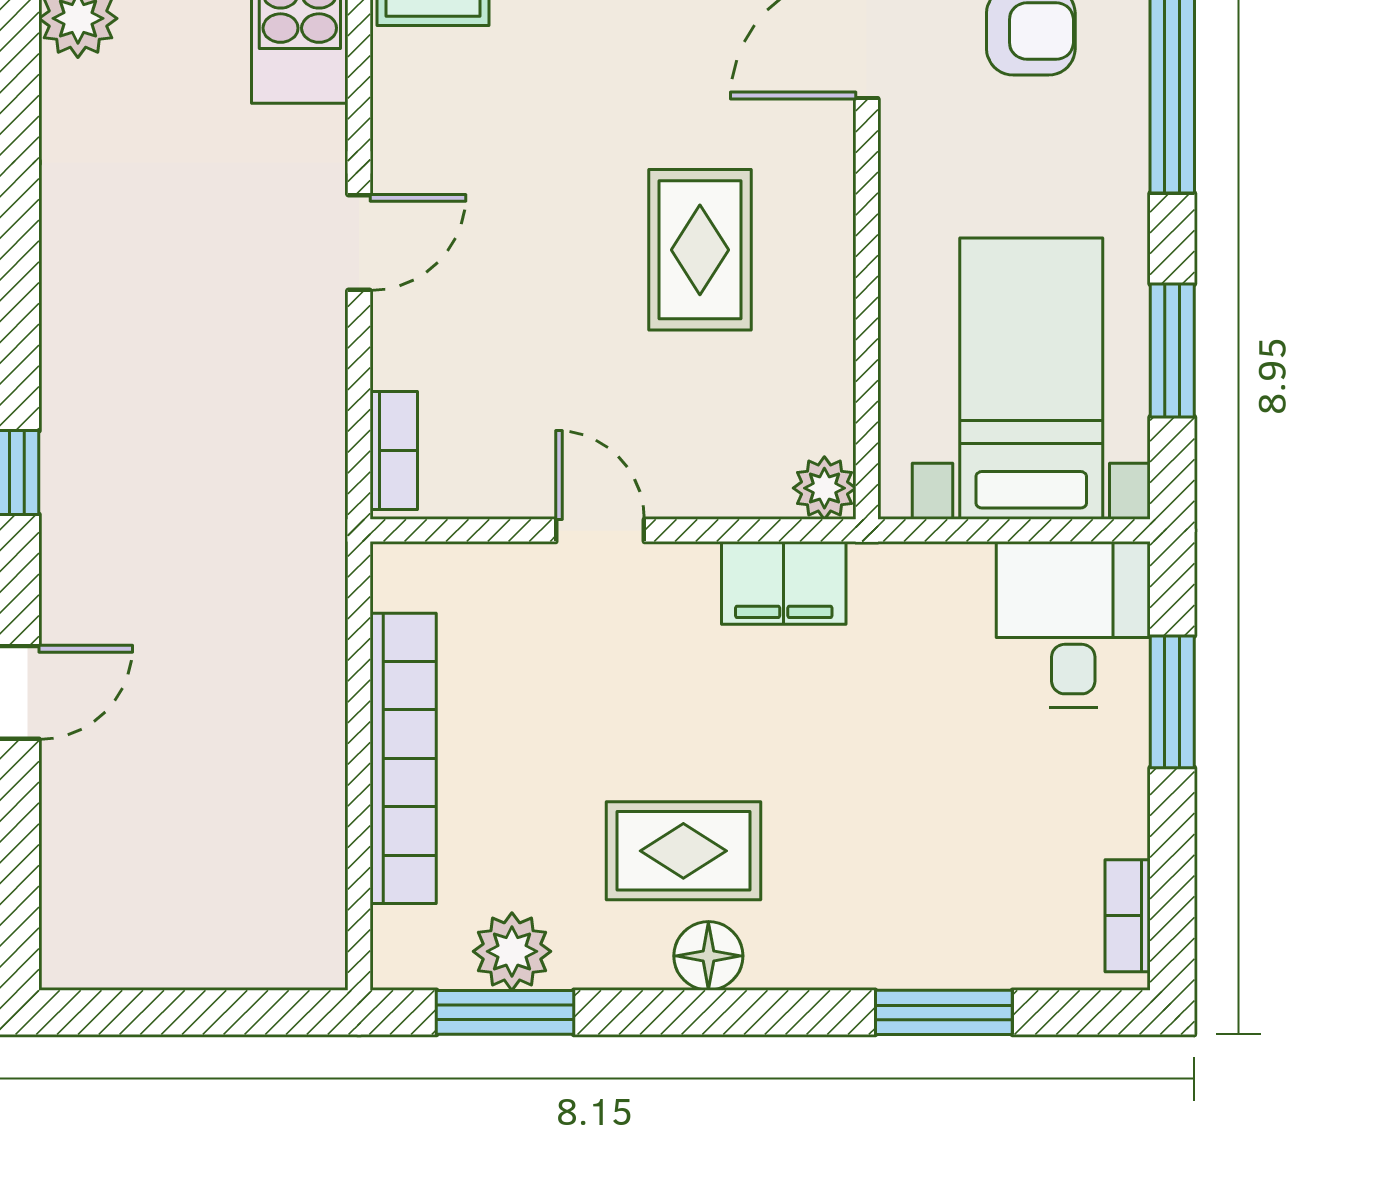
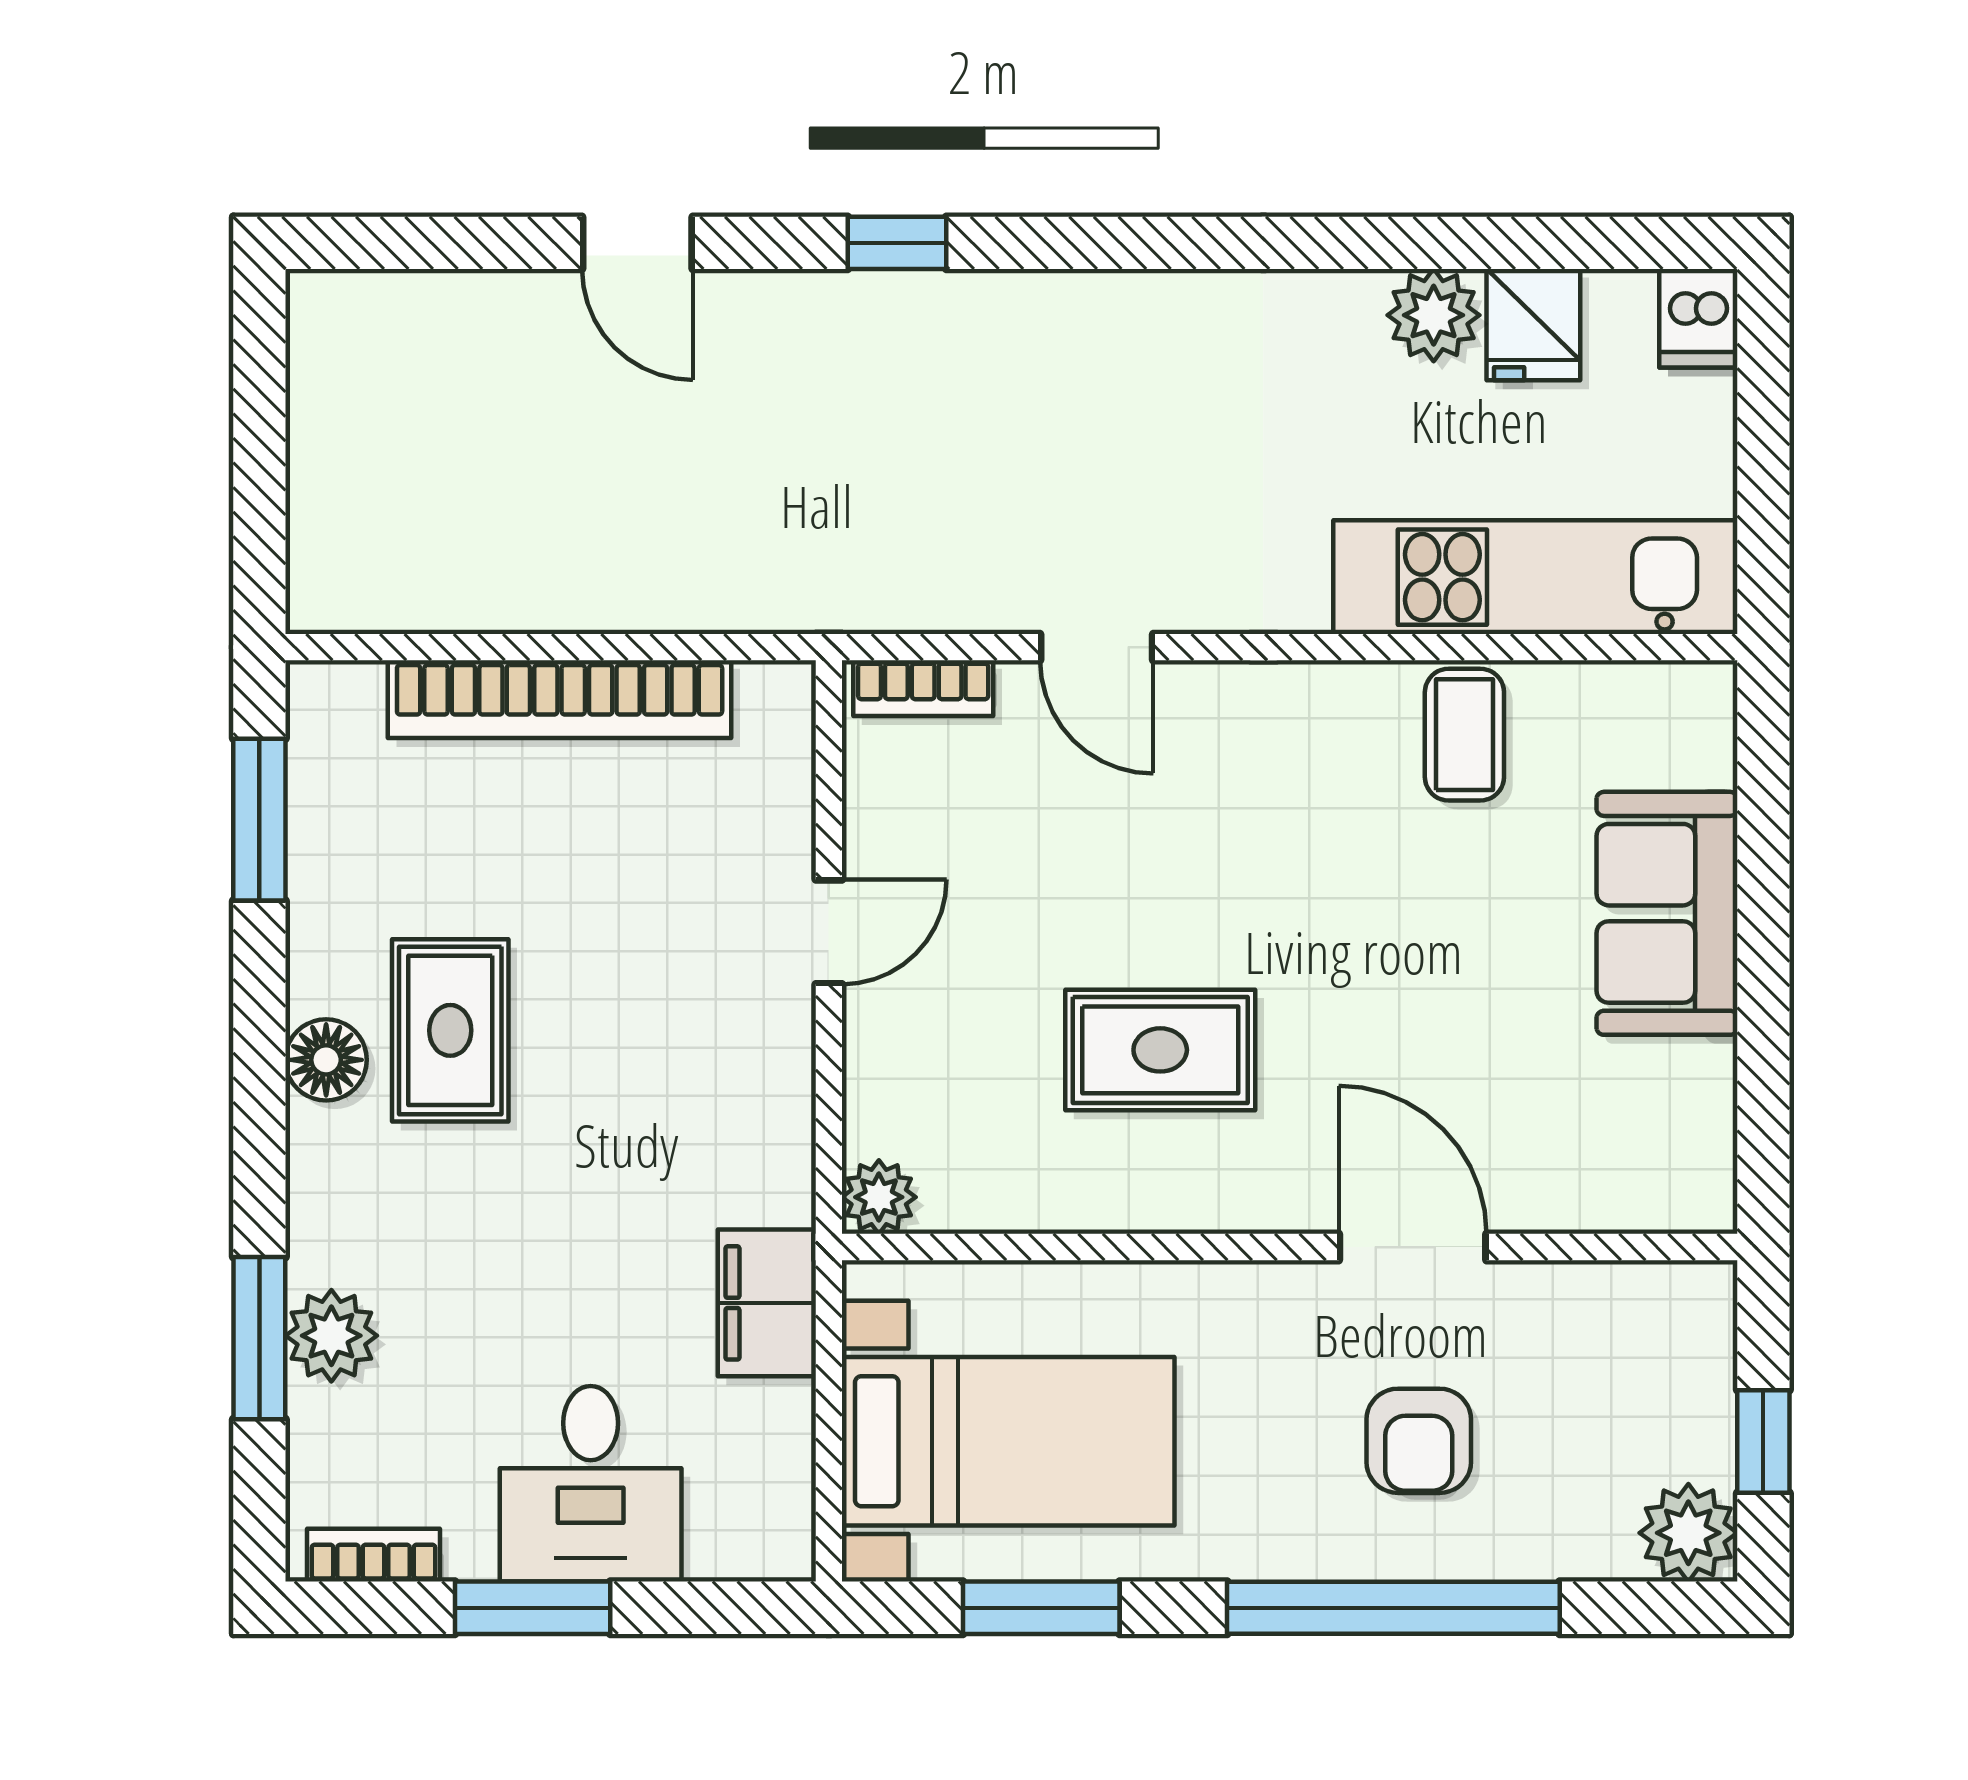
door: (359, 242) -> (1097, 647), moved
filing cabinet: (784, 583) -> (767, 1303), moved
desk: (1073, 624) -> (591, 1484), moved, turned 90
window: (1172, 702) -> (533, 1608), moved
plant: (512, 951) -> (331, 1336), moved

